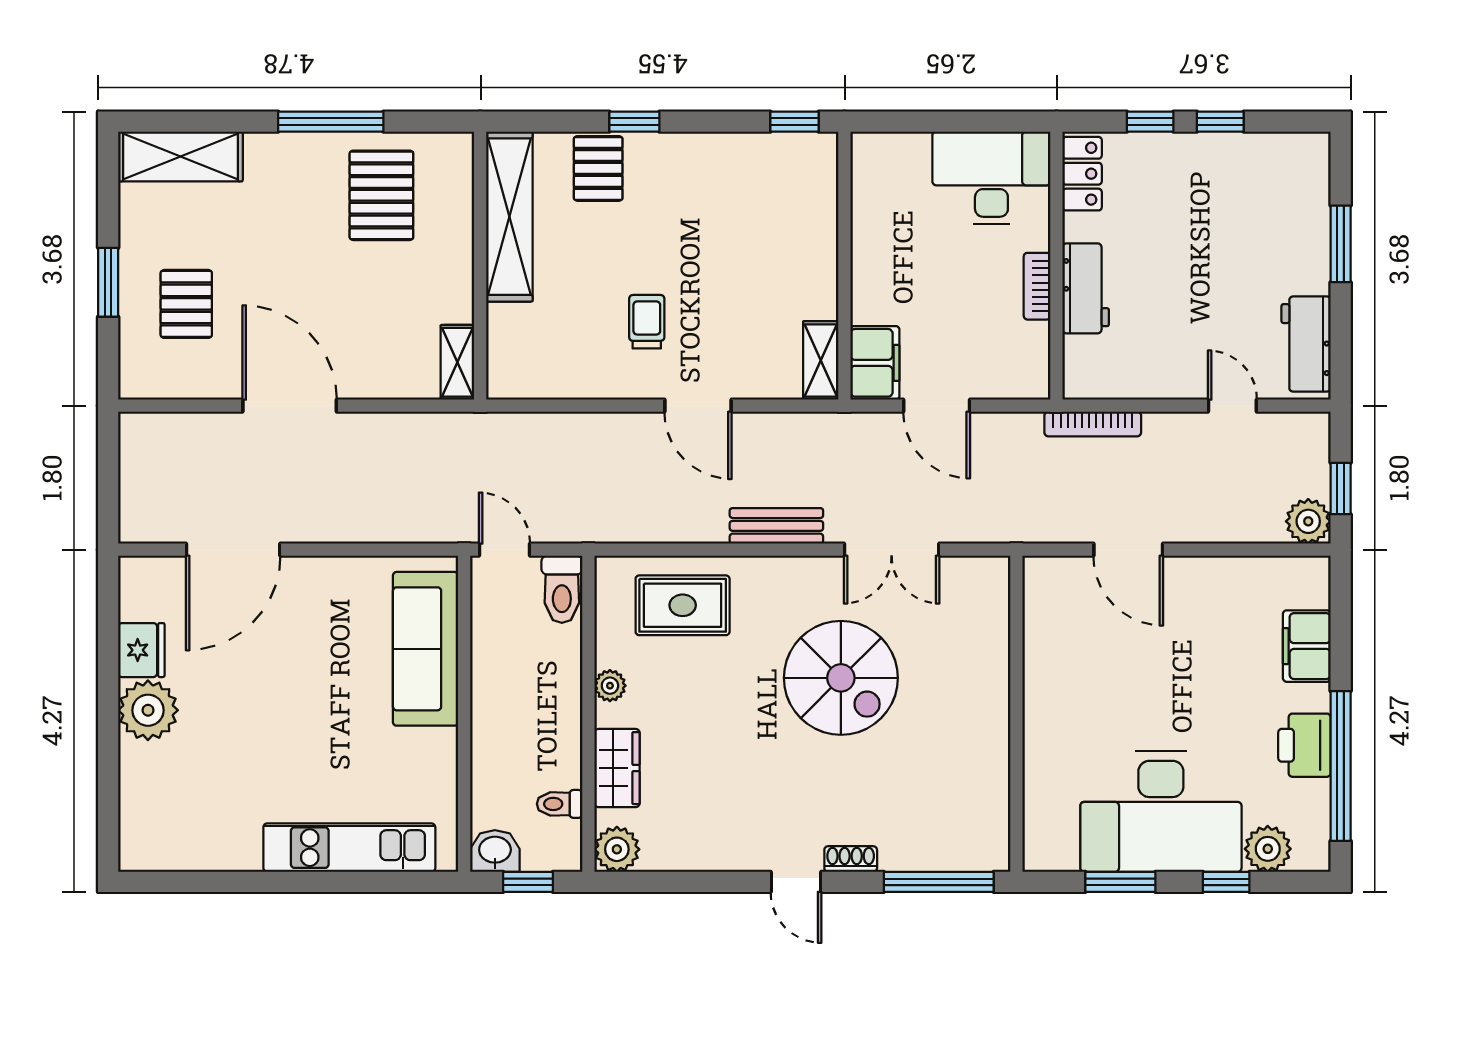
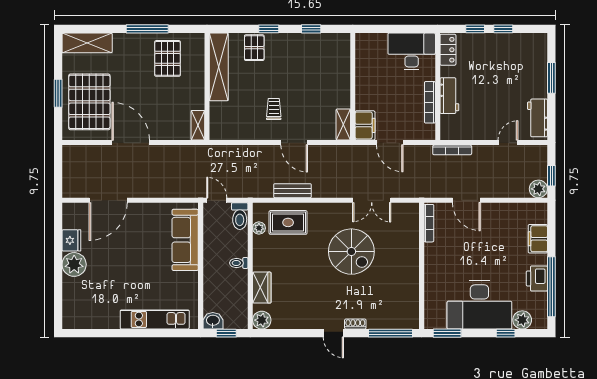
window: (795, 122) -> (311, 29), moved
bookcase: (1037, 286) -> (430, 102), width x1.56
pallet: (186, 304) -> (89, 102), width x2.05, depth x2.00
door: (1232, 406) -> (508, 143), hinge flipped
bench: (776, 526) -> (292, 191), moved
bookcase: (1035, 607) -> (429, 223), added
plant: (610, 686) -> (259, 228), moved
toilet: (560, 804) -> (239, 263), moved
window: (1120, 882) -> (447, 333), moved

